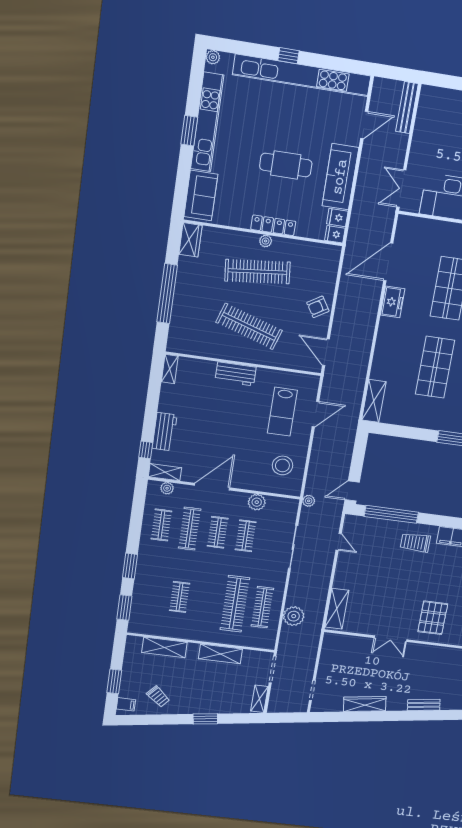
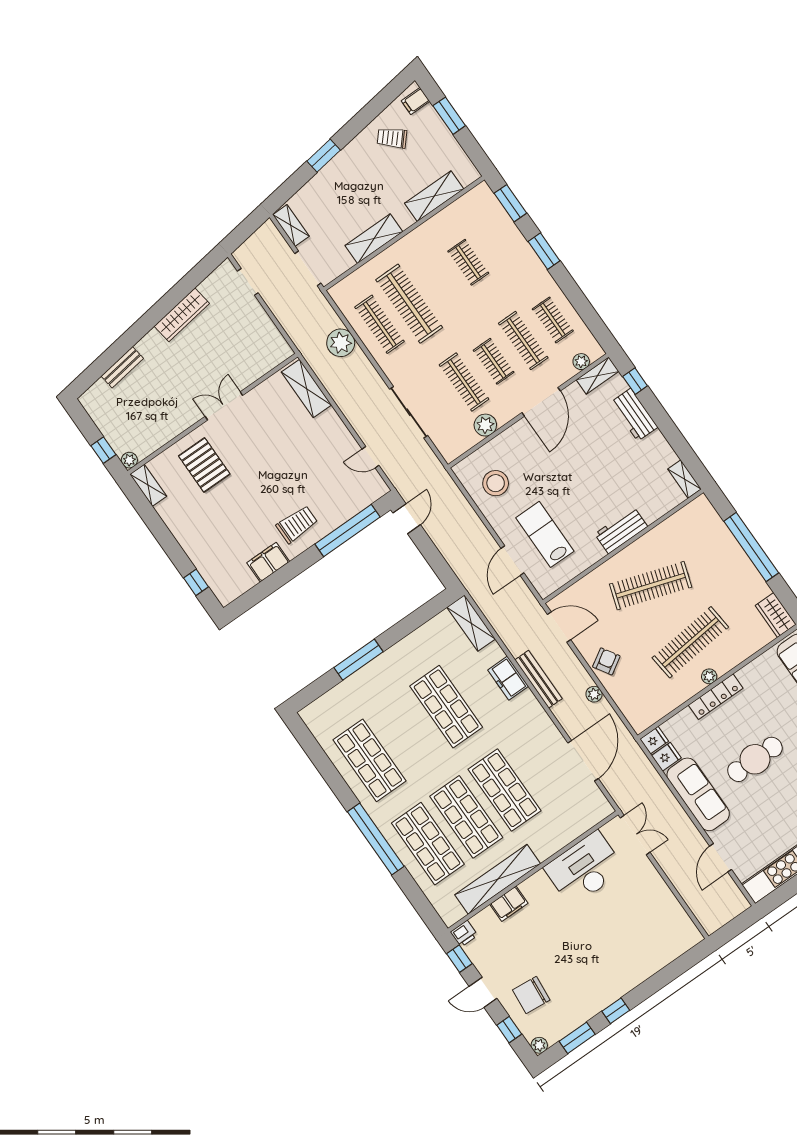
bench: (407, 108) -> (538, 679), moved
freezer: (393, 302) -> (508, 678), moved
plant: (309, 501) -> (594, 694), moved
clothes rail: (246, 536) -> (464, 382), width x1.36

